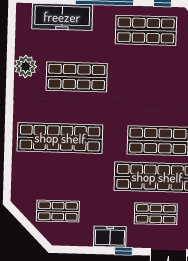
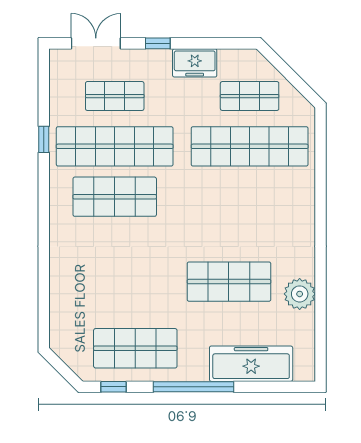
shop shelf: (60, 138) -> (250, 146), moved
freezer: (110, 237) -> (195, 63), moved

